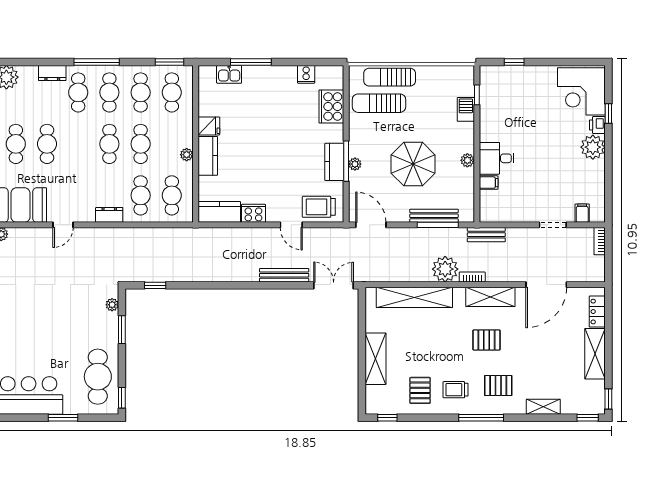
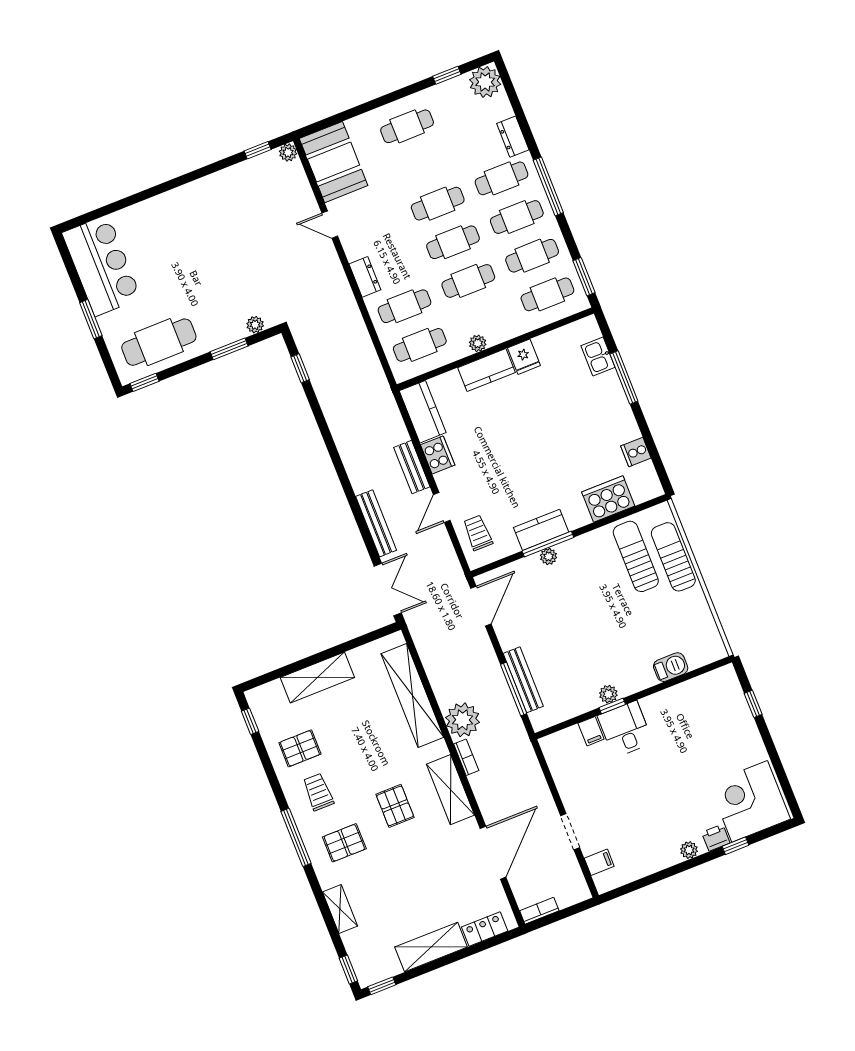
window: (477, 95) -> (612, 706), moved
cafe table: (47, 144) -> (438, 204), moved
plant: (593, 147) -> (689, 850), width x0.53, depth x0.53
parasol: (413, 164) -> (577, 629), removed
trolley: (319, 207) -> (478, 533), width x0.73, depth x0.72
bench: (486, 235) -> (412, 467), moved
bookcase: (600, 241) -> (539, 911), moved
door: (546, 285) -> (493, 853), swing flipped
pallet: (498, 386) -> (344, 843), turned 90

